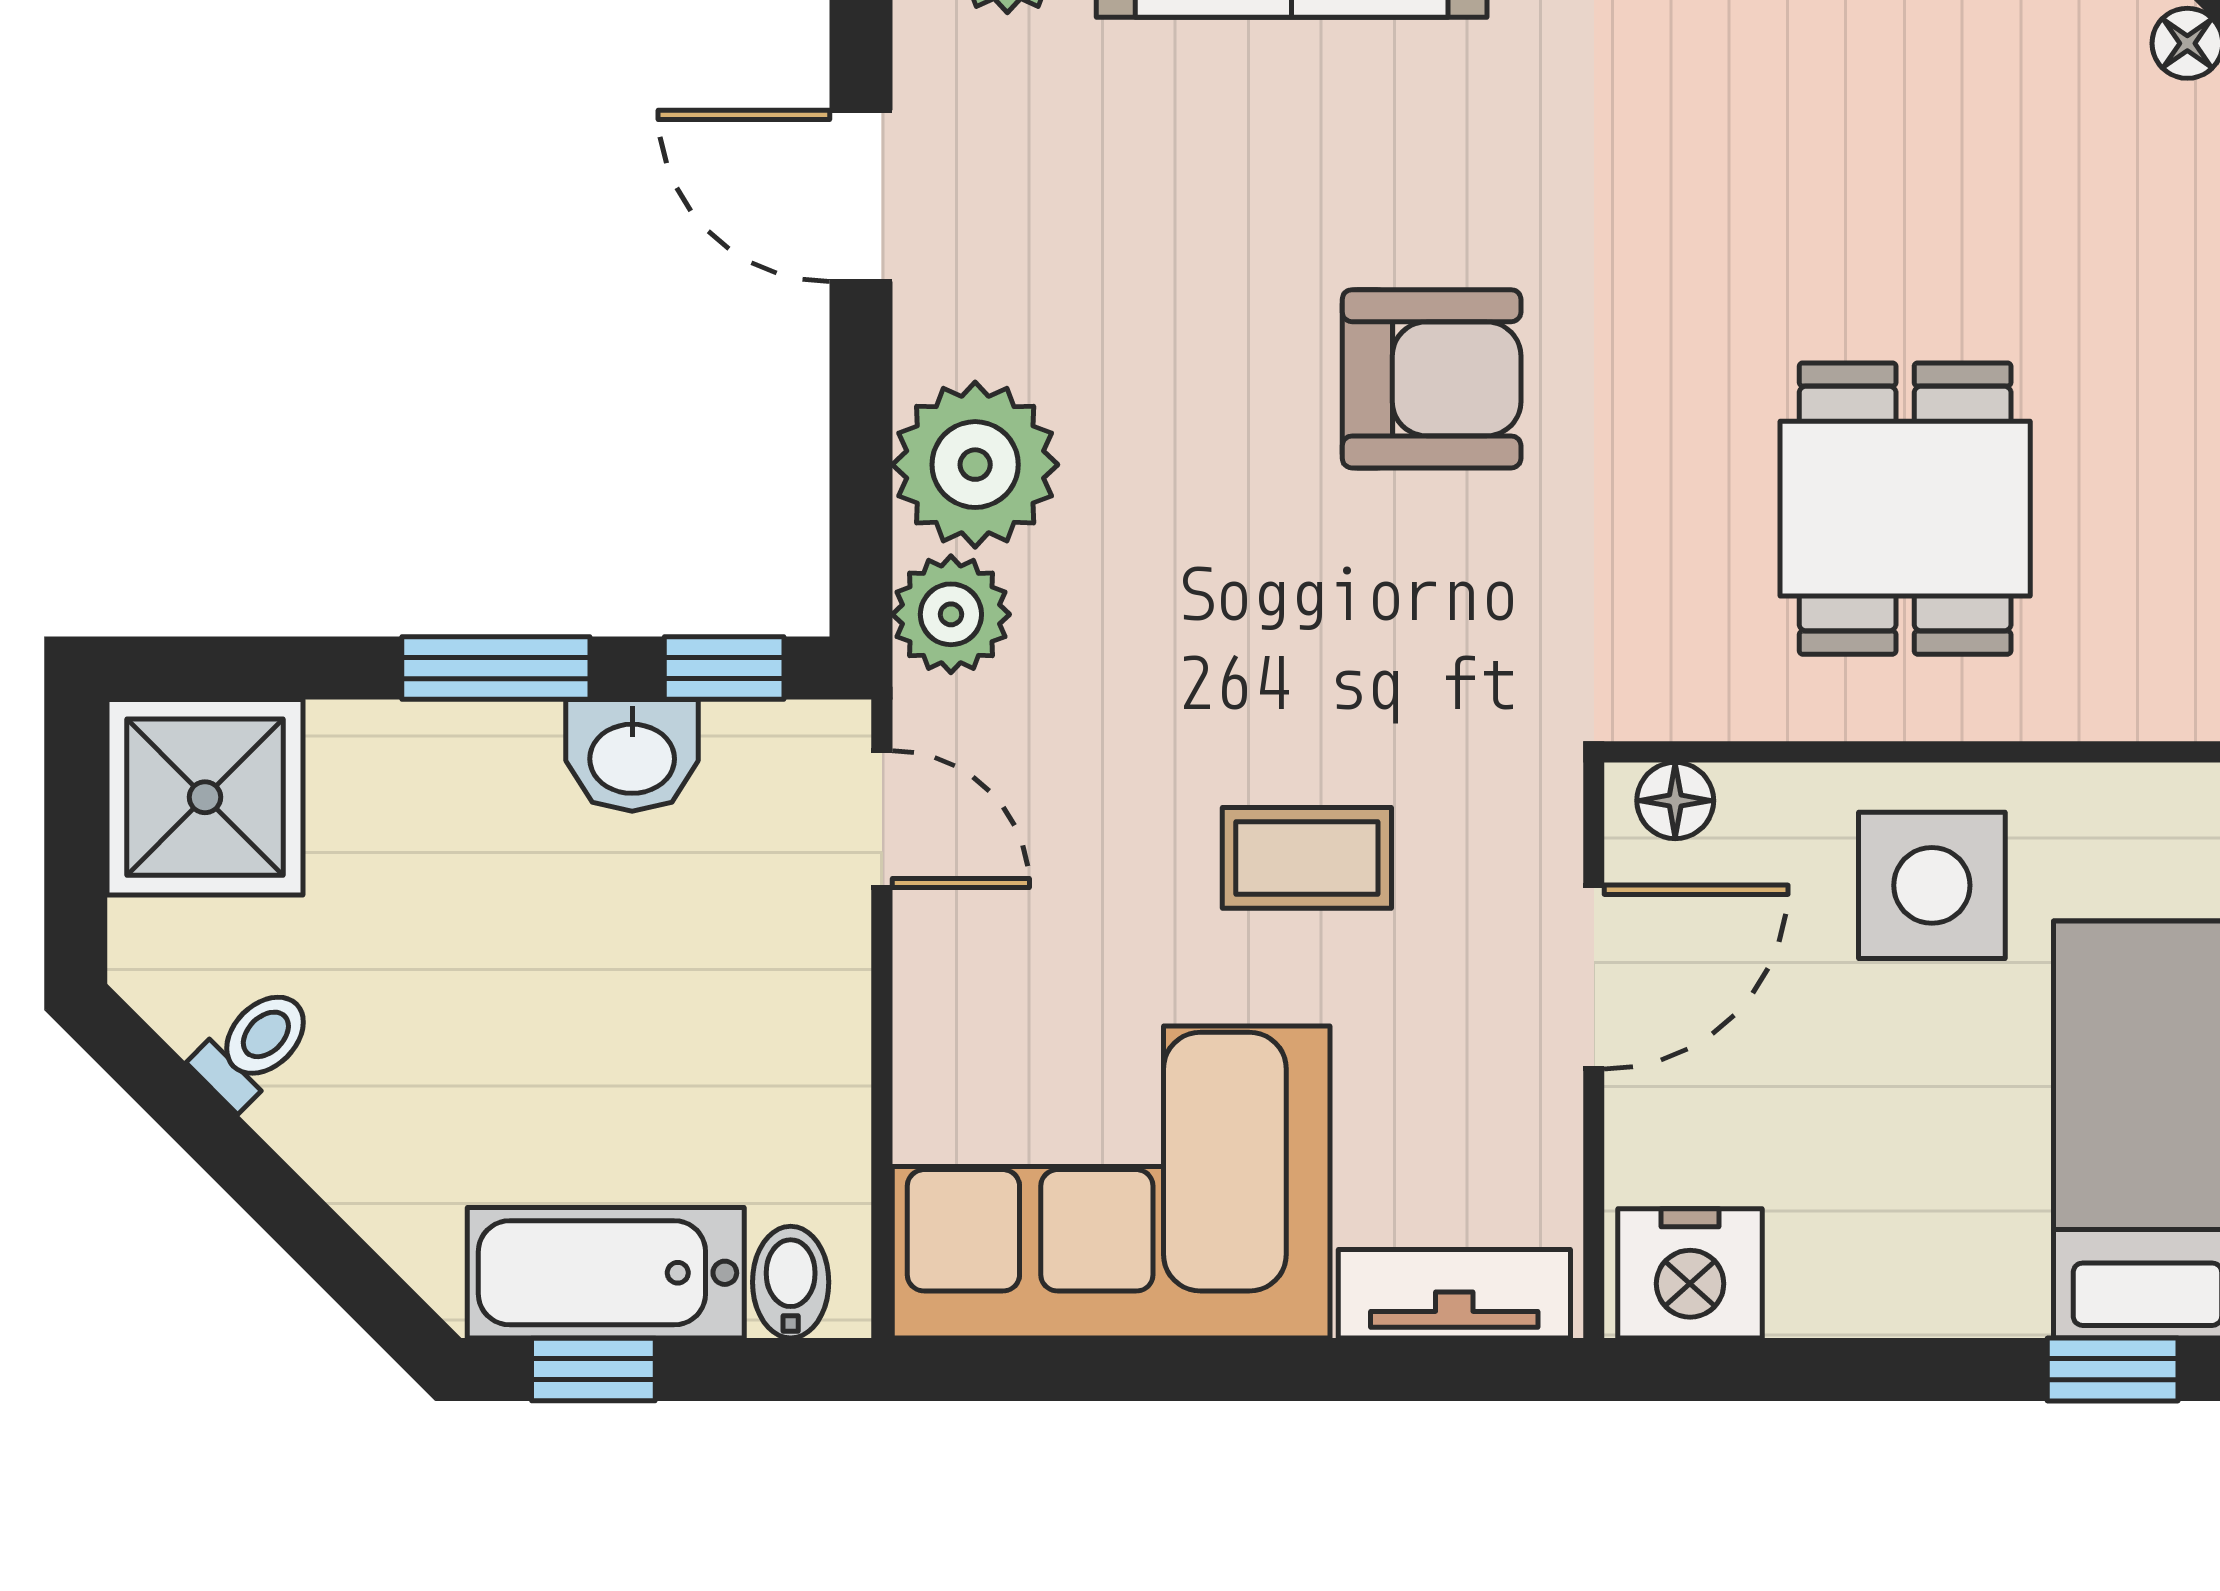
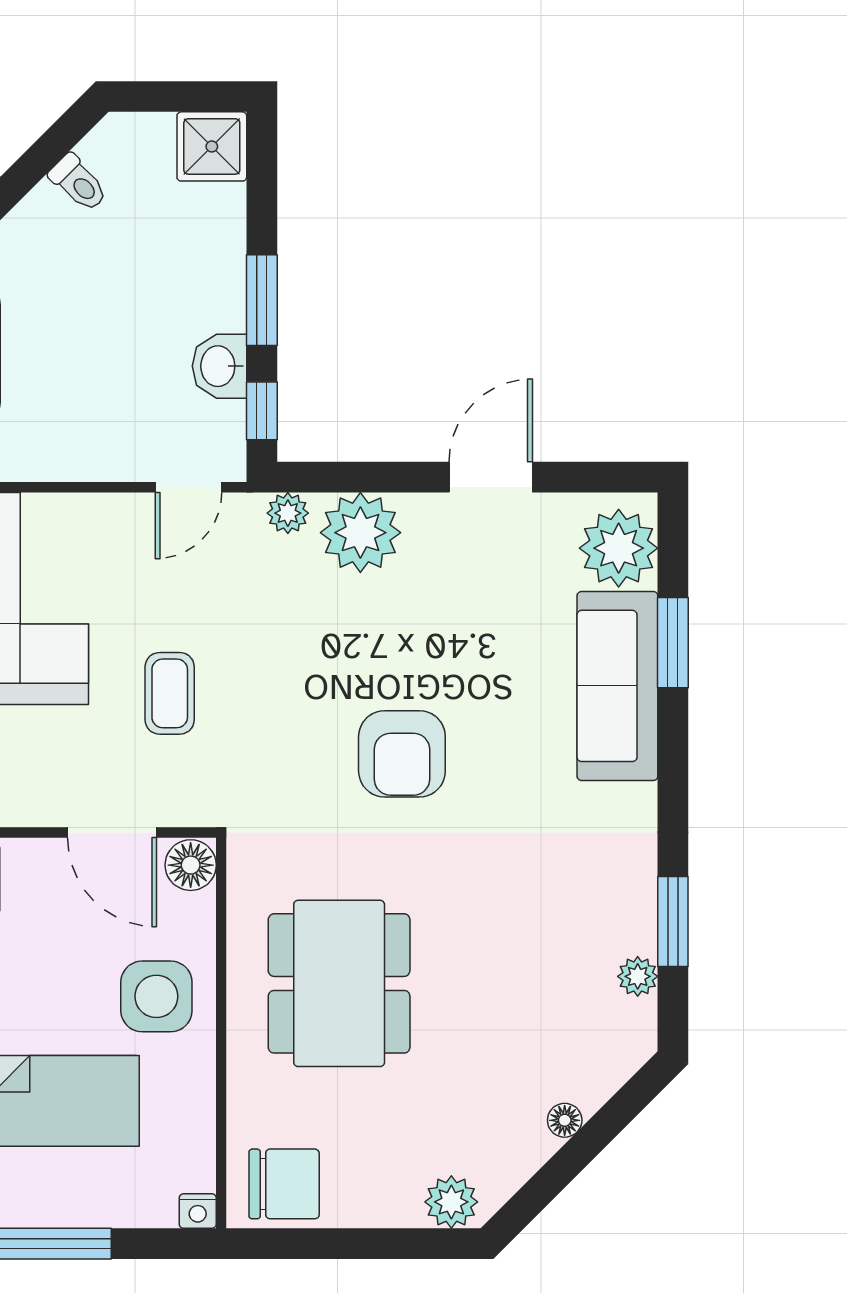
dining table: (1905, 509) -> (339, 983), width x1.38
plant: (951, 614) -> (288, 513), width x0.73, depth x0.73
shower: (205, 797) -> (212, 146), width x0.73, depth x0.73
floor lamp: (1675, 801) -> (191, 865), width x1.37, depth x1.37

